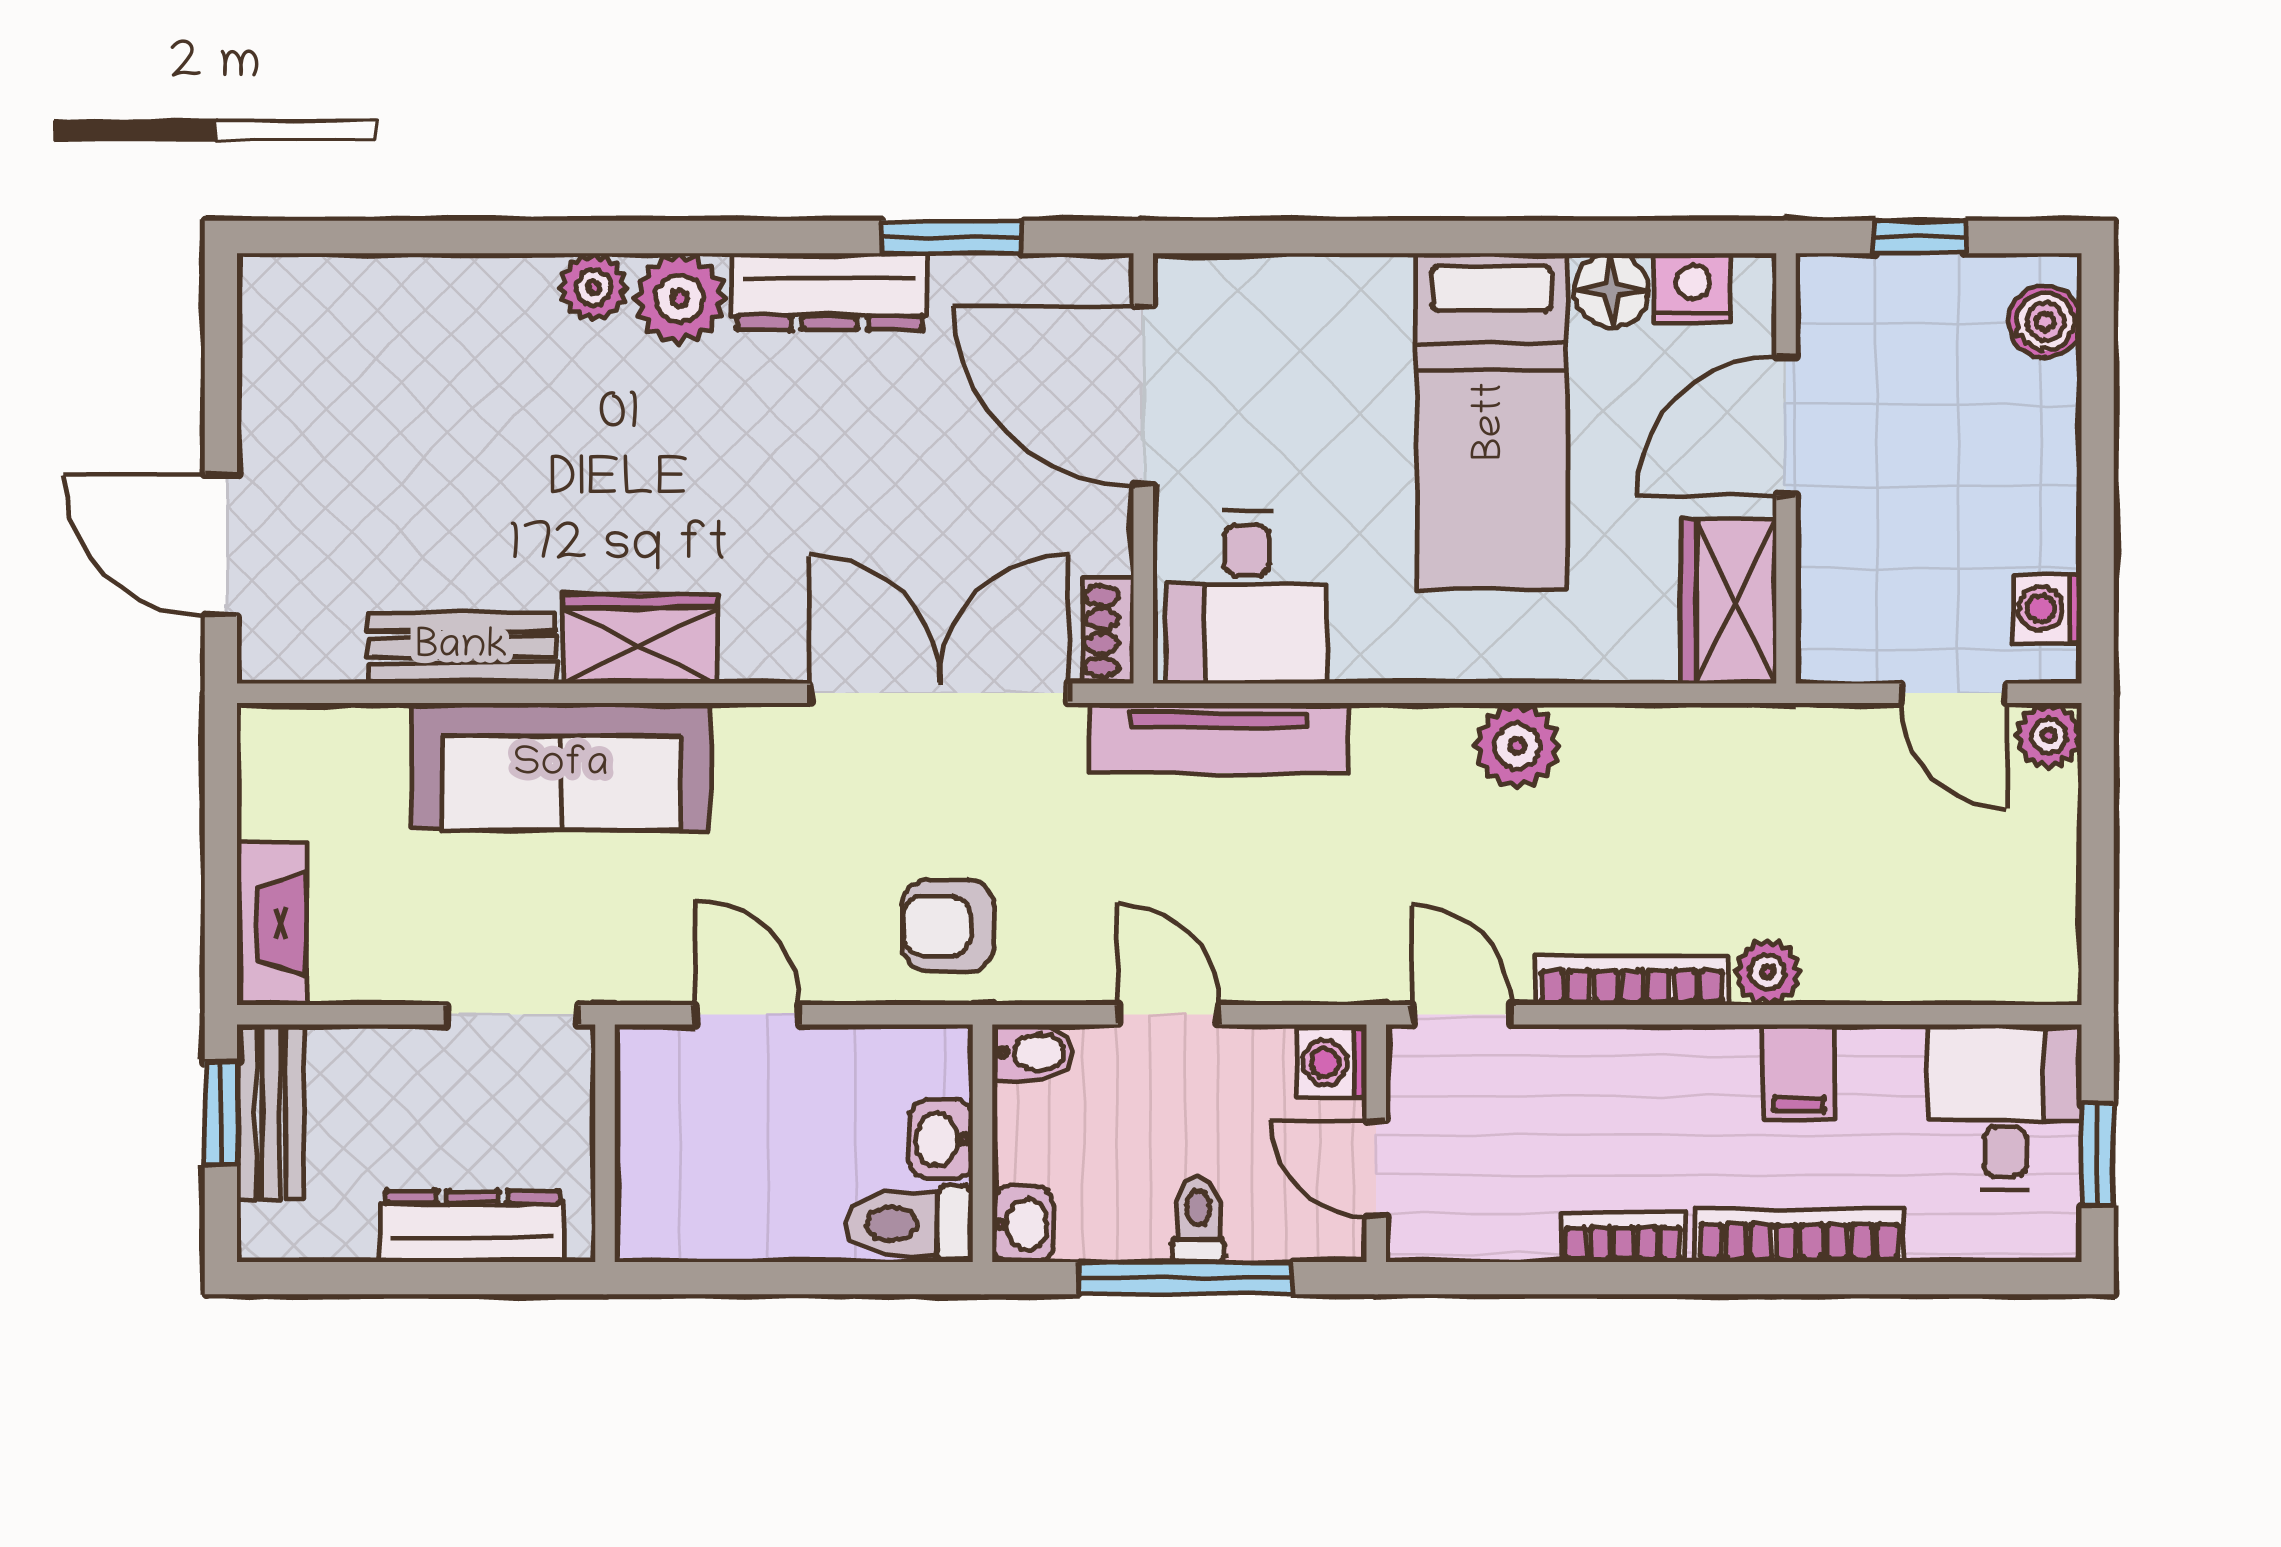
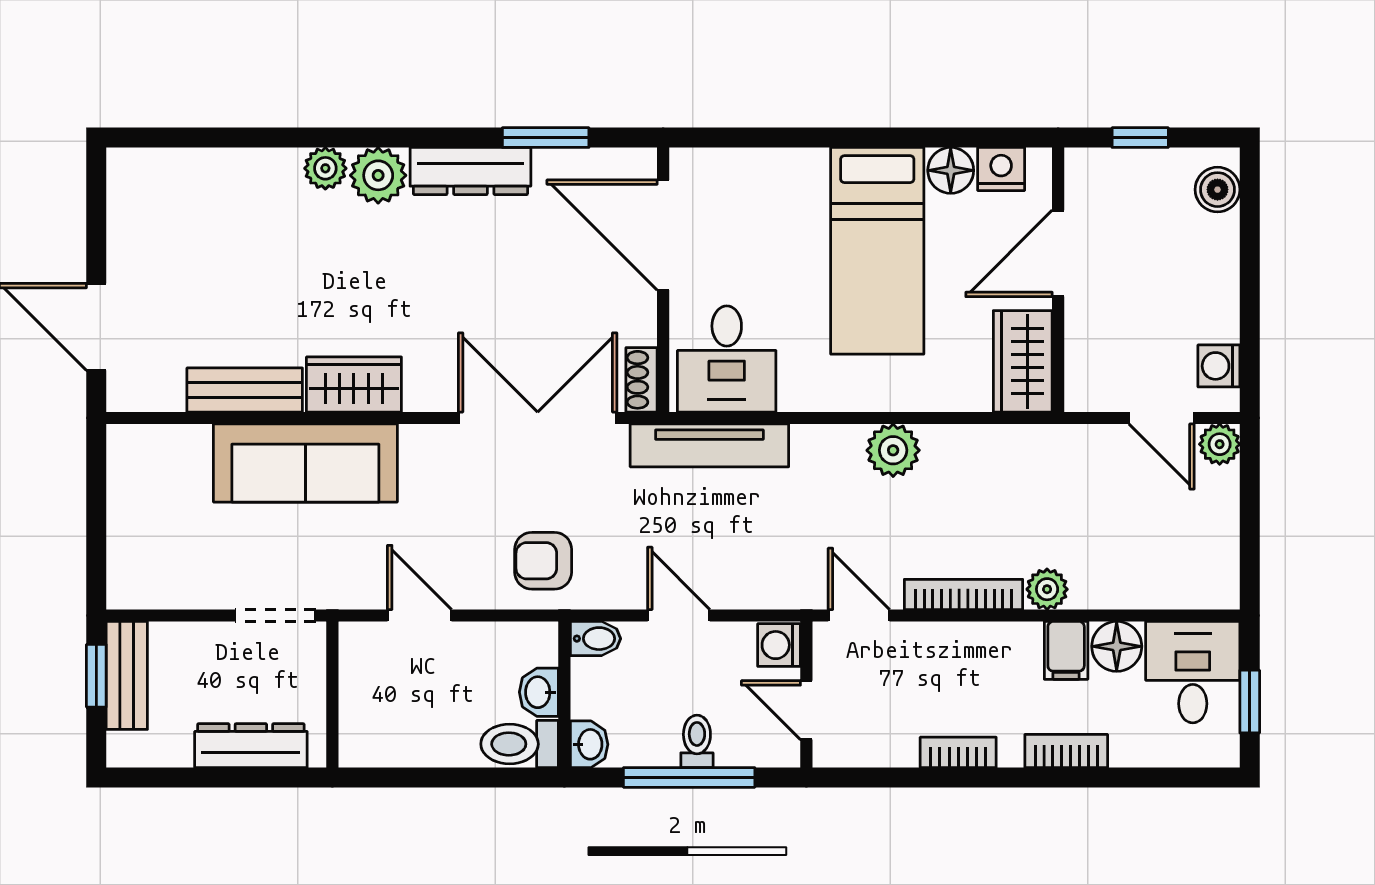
fireplace: (272, 924) -> (128, 560), removed
floor lamp: (1881, 1065) -> (1117, 646), added
bookcase: (1799, 1235) -> (1066, 751), width x0.64

